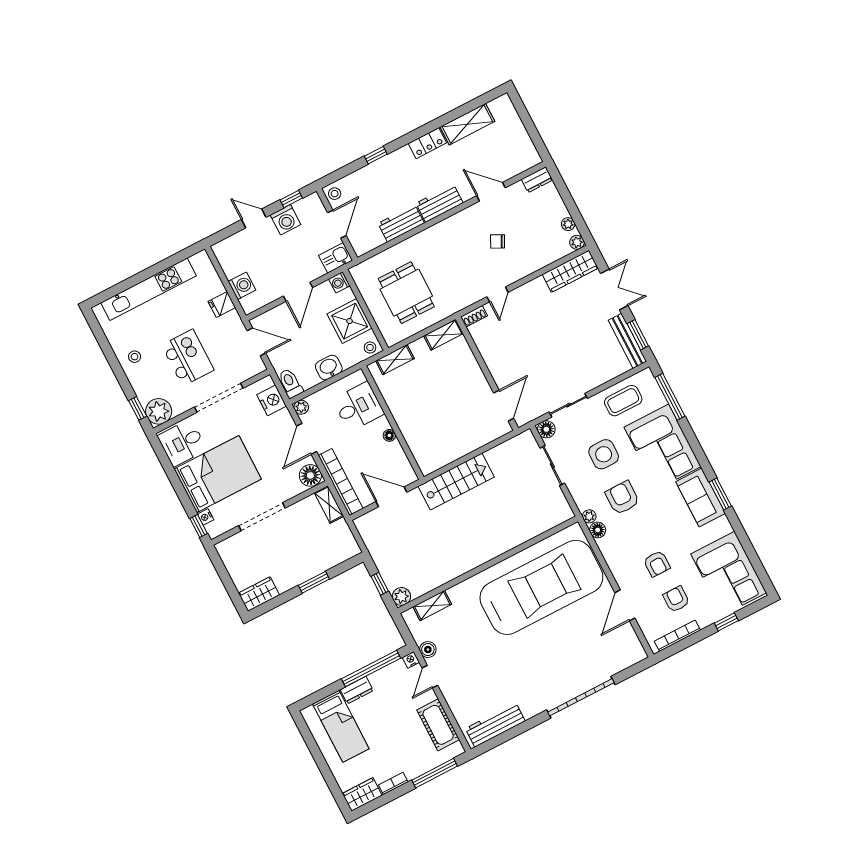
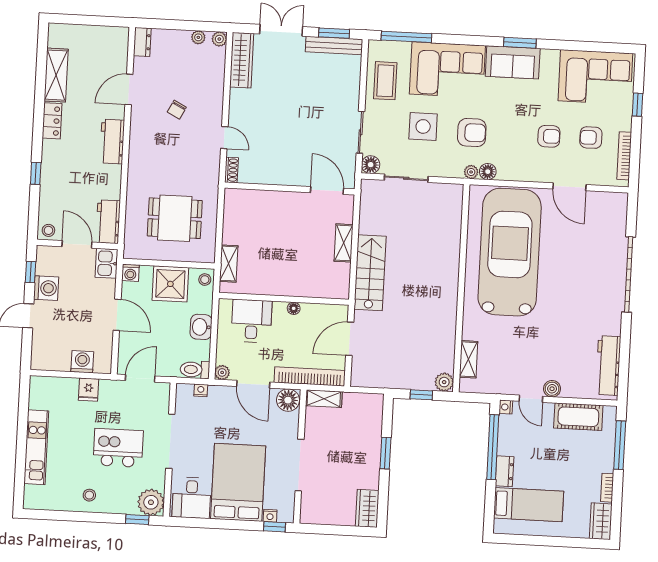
workbench: (401, 223) -> (108, 222), moved
kitchen unit: (148, 289) -> (36, 447), width x0.73
shelving: (443, 335) -> (344, 243), moved
nightstand: (272, 400) -> (201, 390), width x0.53, depth x0.56
armchair: (622, 498) -> (472, 133), turned 180
boiler: (428, 650) -> (552, 389), moved

